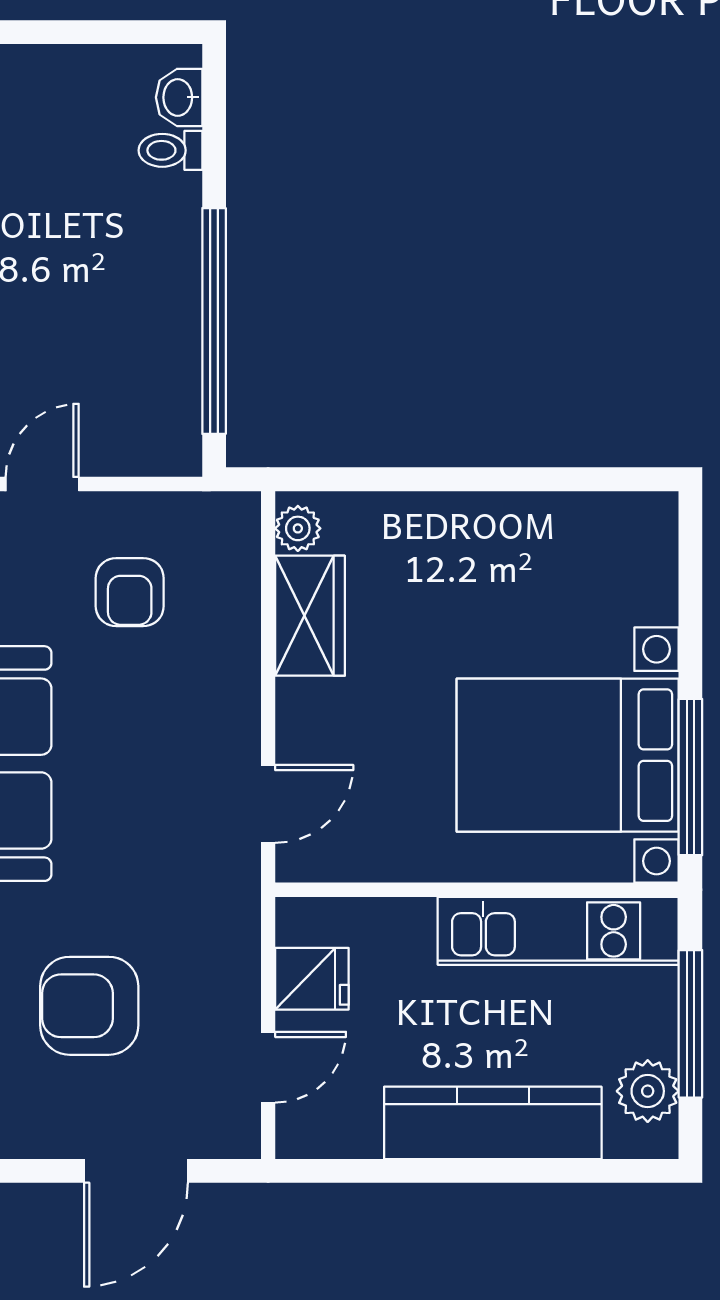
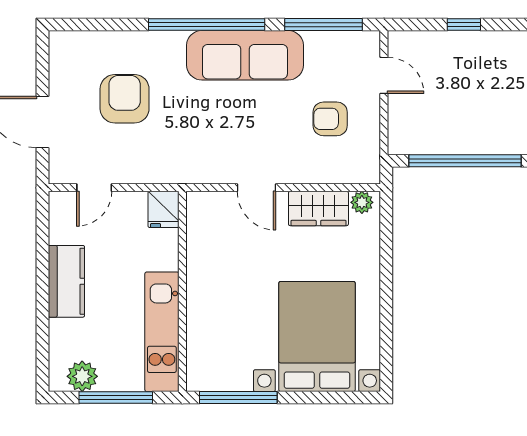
bed with nightstands: (568, 755) -> (317, 337), moved
door: (268, 804) -> (256, 188), moved
fridge: (312, 979) -> (163, 209), moved
door: (268, 1067) -> (94, 188), hinge flipped
kitchen counter: (493, 1123) -> (66, 281), width x0.67

